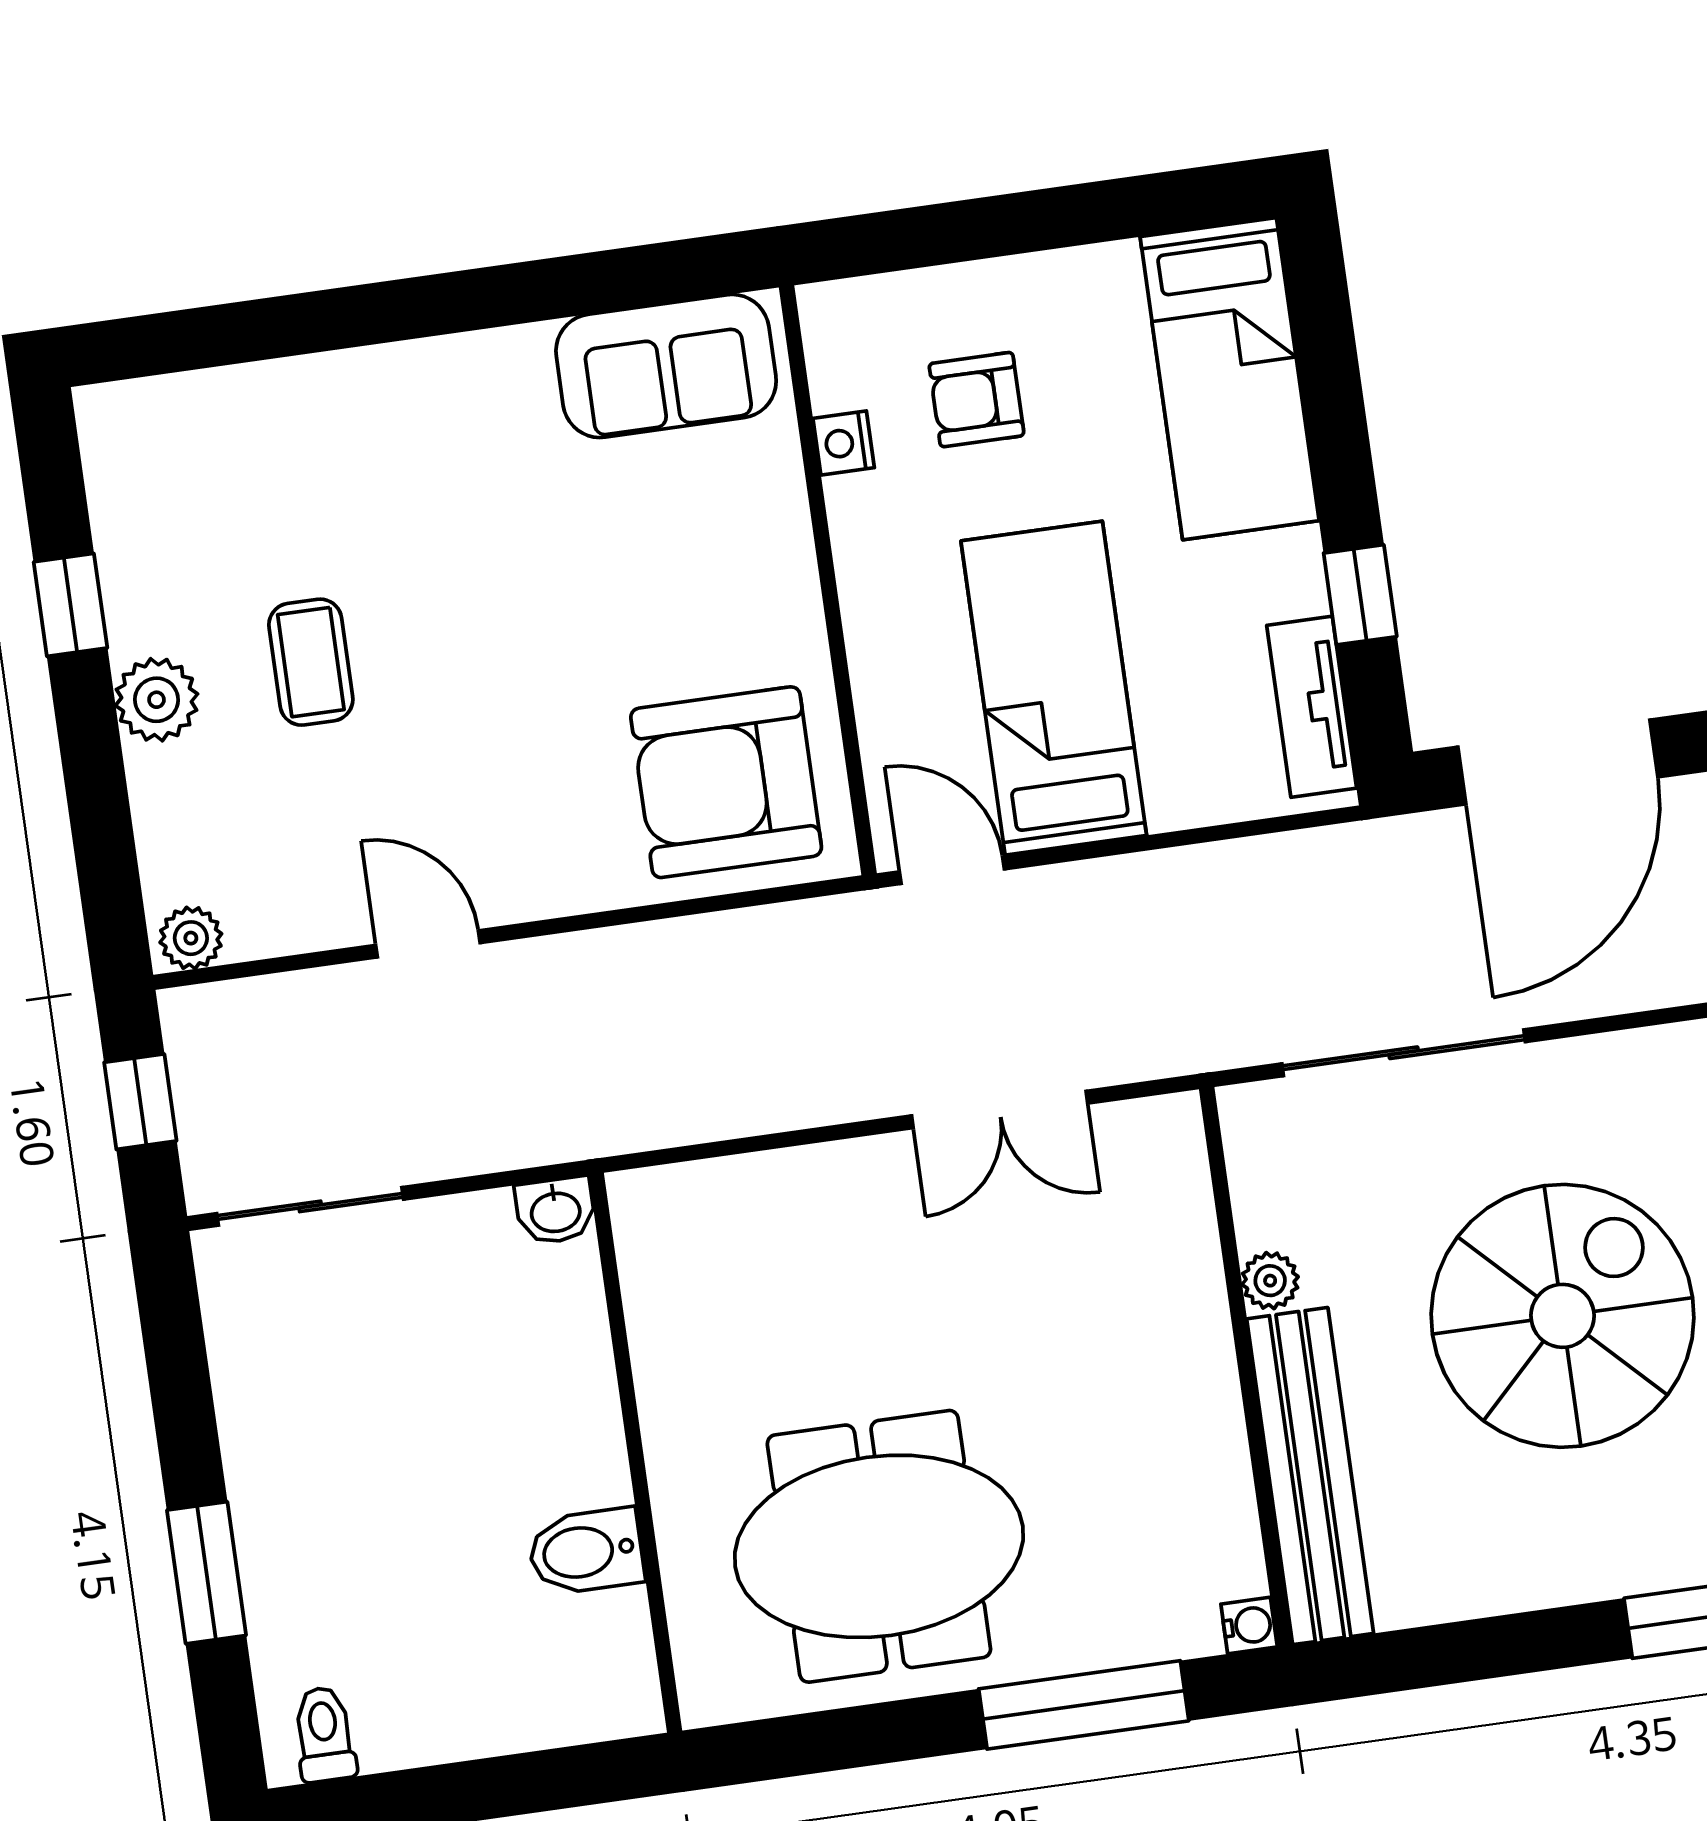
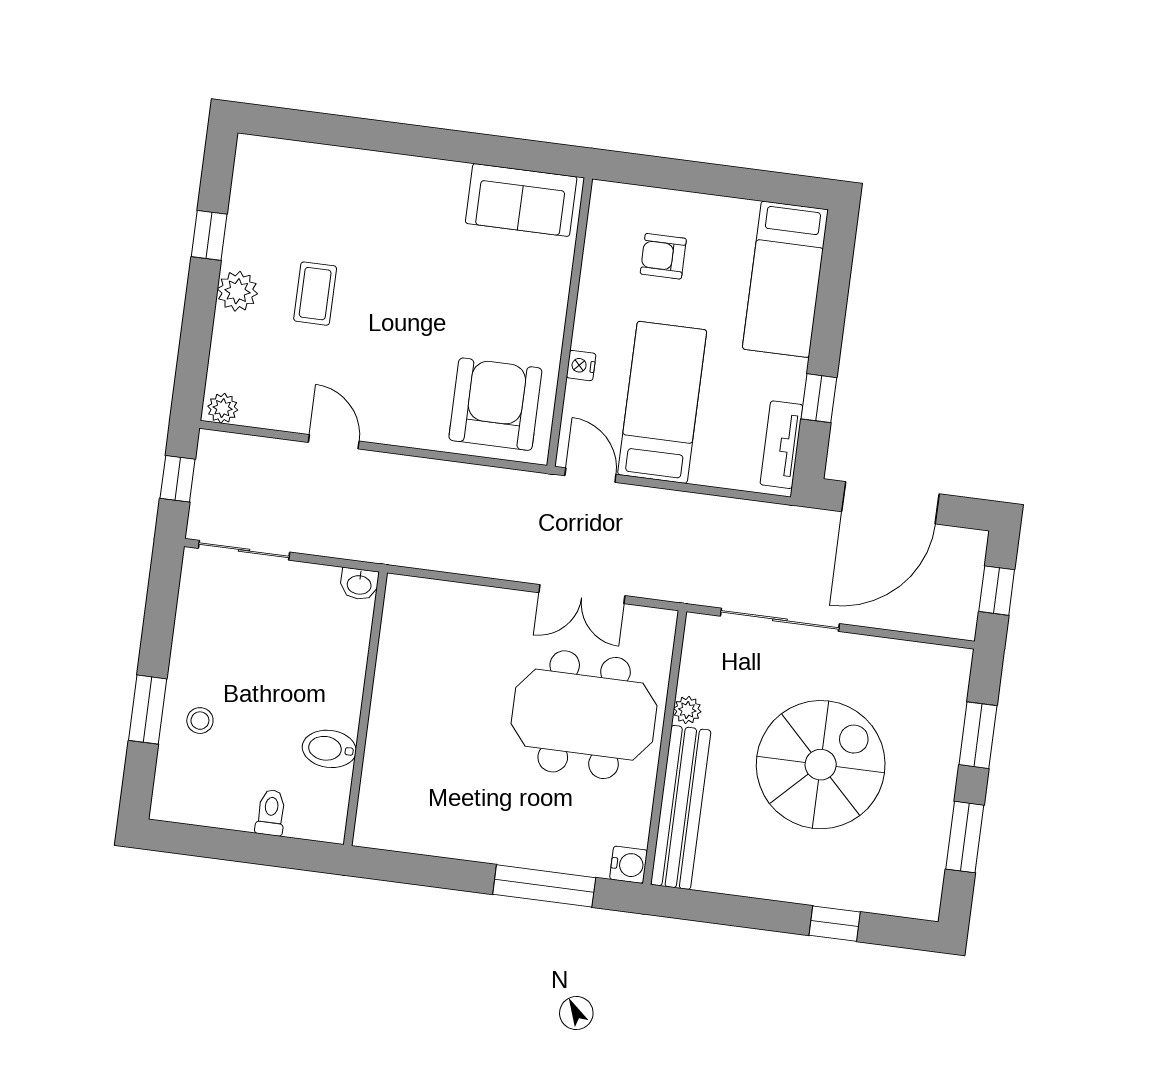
nightstand: (844, 443) -> (581, 366), moved
armchair: (726, 782) -> (495, 404), turned 90
meeting table: (879, 1546) -> (584, 715), moved
stool: (316, 1566) -> (200, 721), added
water cooler: (1249, 1625) -> (629, 865), width x1.38, depth x1.38
toilet: (324, 1734) -> (271, 813), moved

